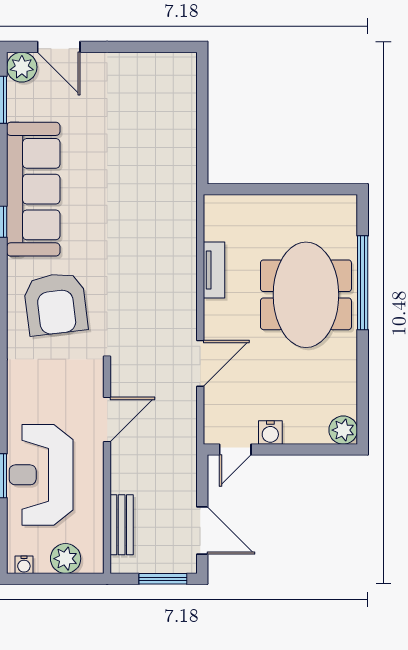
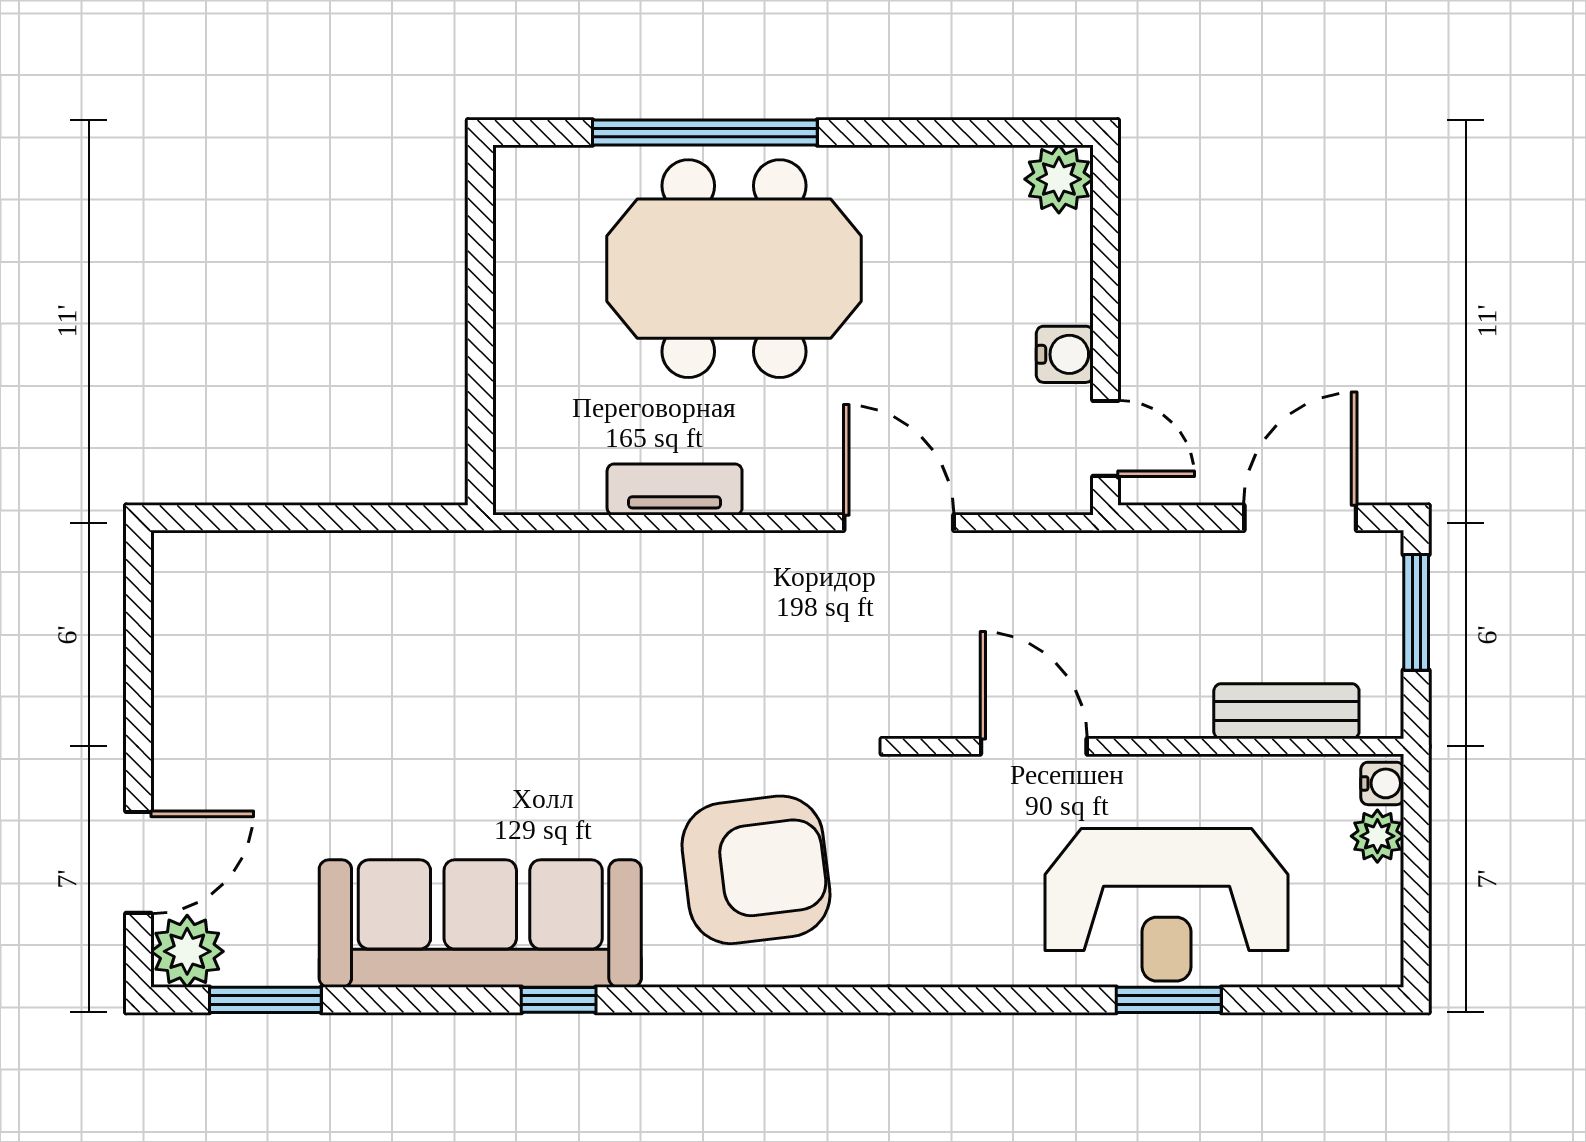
plant: (66, 559) -> (1377, 836), width x0.73, depth x0.73
water cooler: (24, 565) -> (1382, 783), moved

